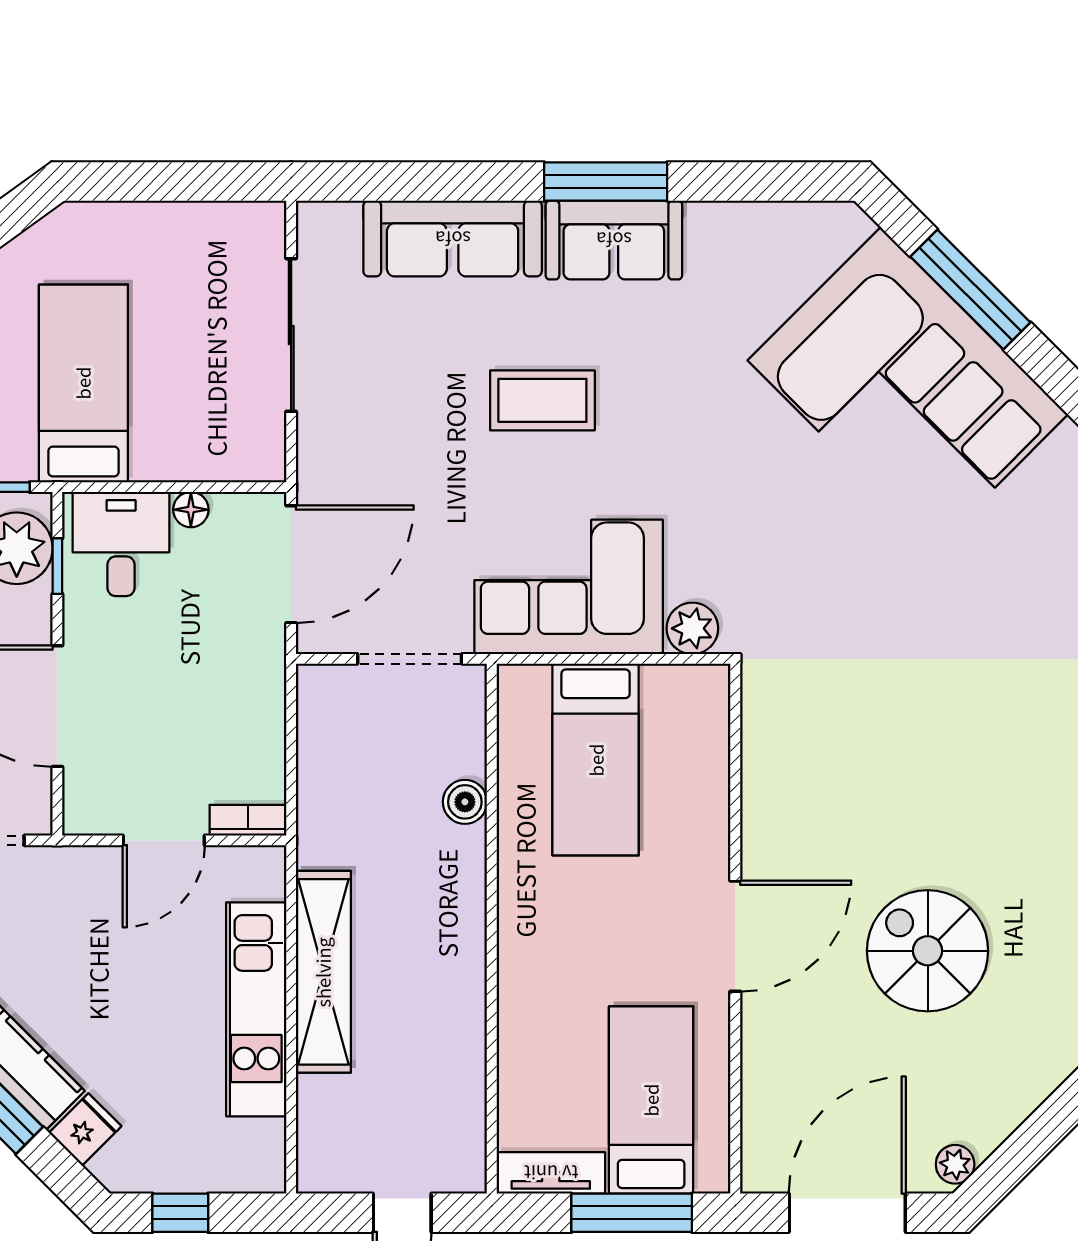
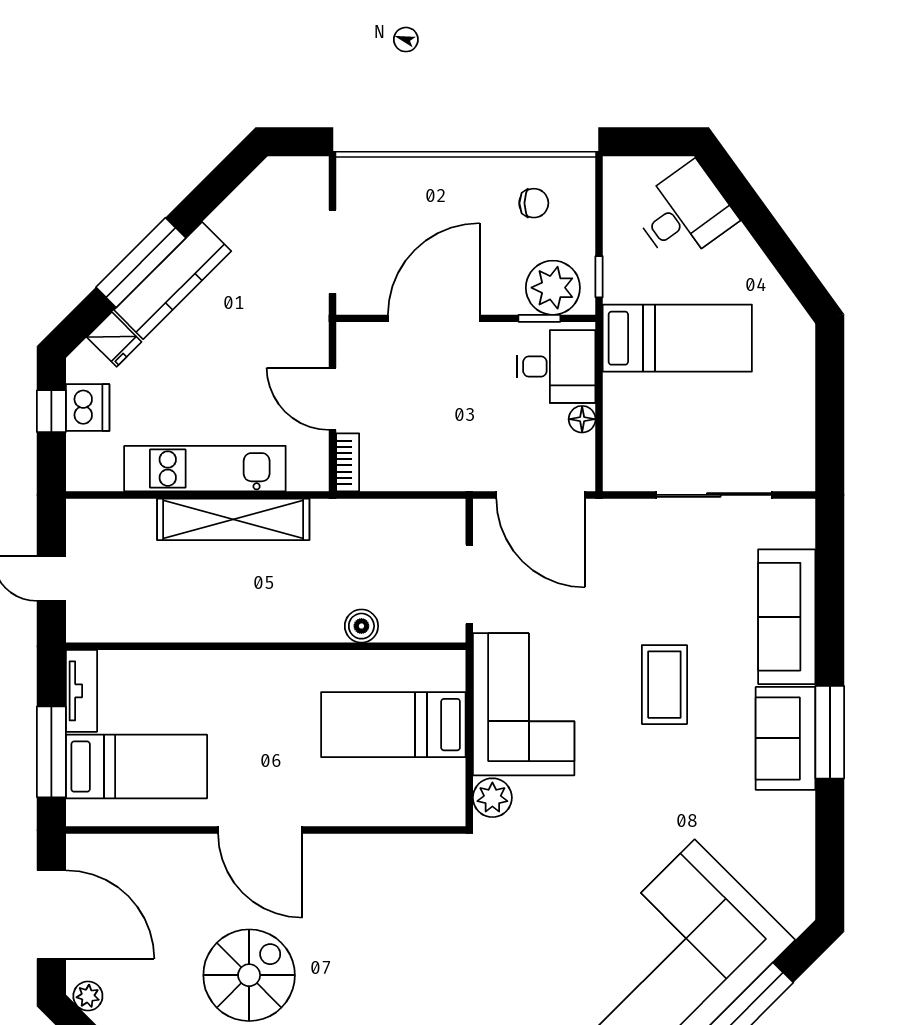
dishwasher: (175, 1165) -> (88, 408), added

